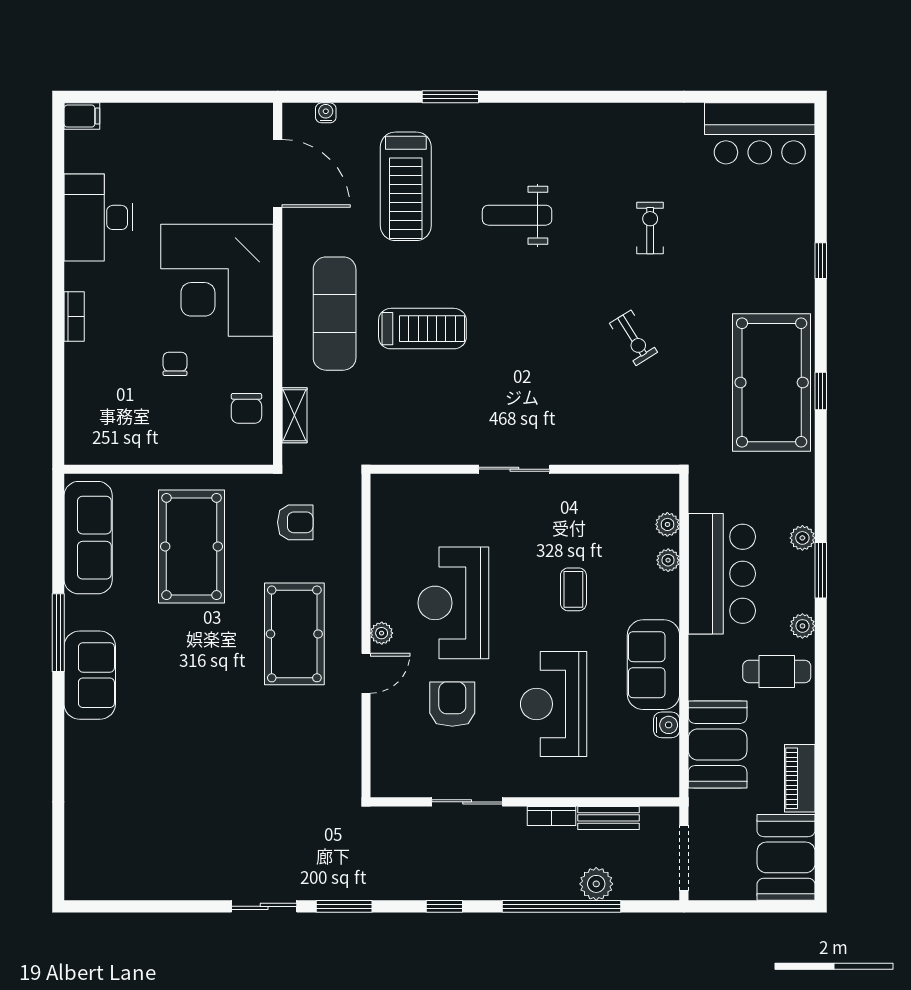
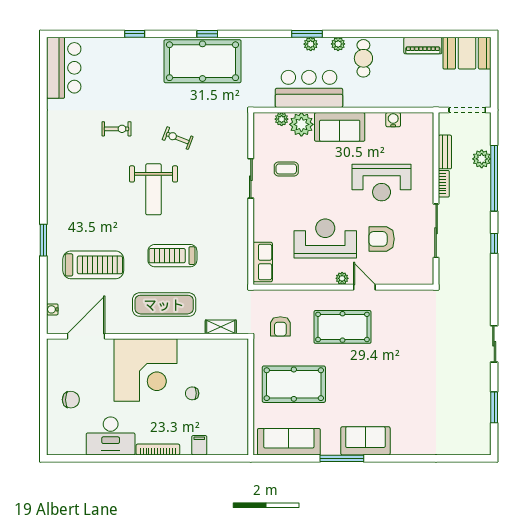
filing cabinet: (82, 116) -> (199, 445), moved
weight bench: (517, 215) -> (153, 189), moved, width x1.36, depth x1.33
exercise bike: (650, 228) -> (116, 129), turned 180
bookcase: (74, 316) -> (158, 450), width x1.56
treadmill: (422, 329) -> (172, 256), turned -90
exercise bike: (633, 338) -> (178, 138), turned -127
chair: (246, 408) -> (71, 400), moved
sliding door: (514, 469) -> (251, 178), moved
row of seats: (411, 491) -> (263, 262), added
armchair: (295, 522) -> (280, 326), turned 180
plant: (802, 538) -> (311, 44), moved
plant: (668, 560) -> (301, 124), width x1.88, depth x1.88
coffee table: (573, 589) -> (286, 169), moved
reception desk: (453, 603) -> (325, 238), turned 180
sofa: (653, 665) -> (340, 127), moved
booth: (718, 744) -> (404, 91), removed
sliding door: (467, 802) -> (436, 231), width x1.37
window: (344, 906) -> (494, 407), moved

